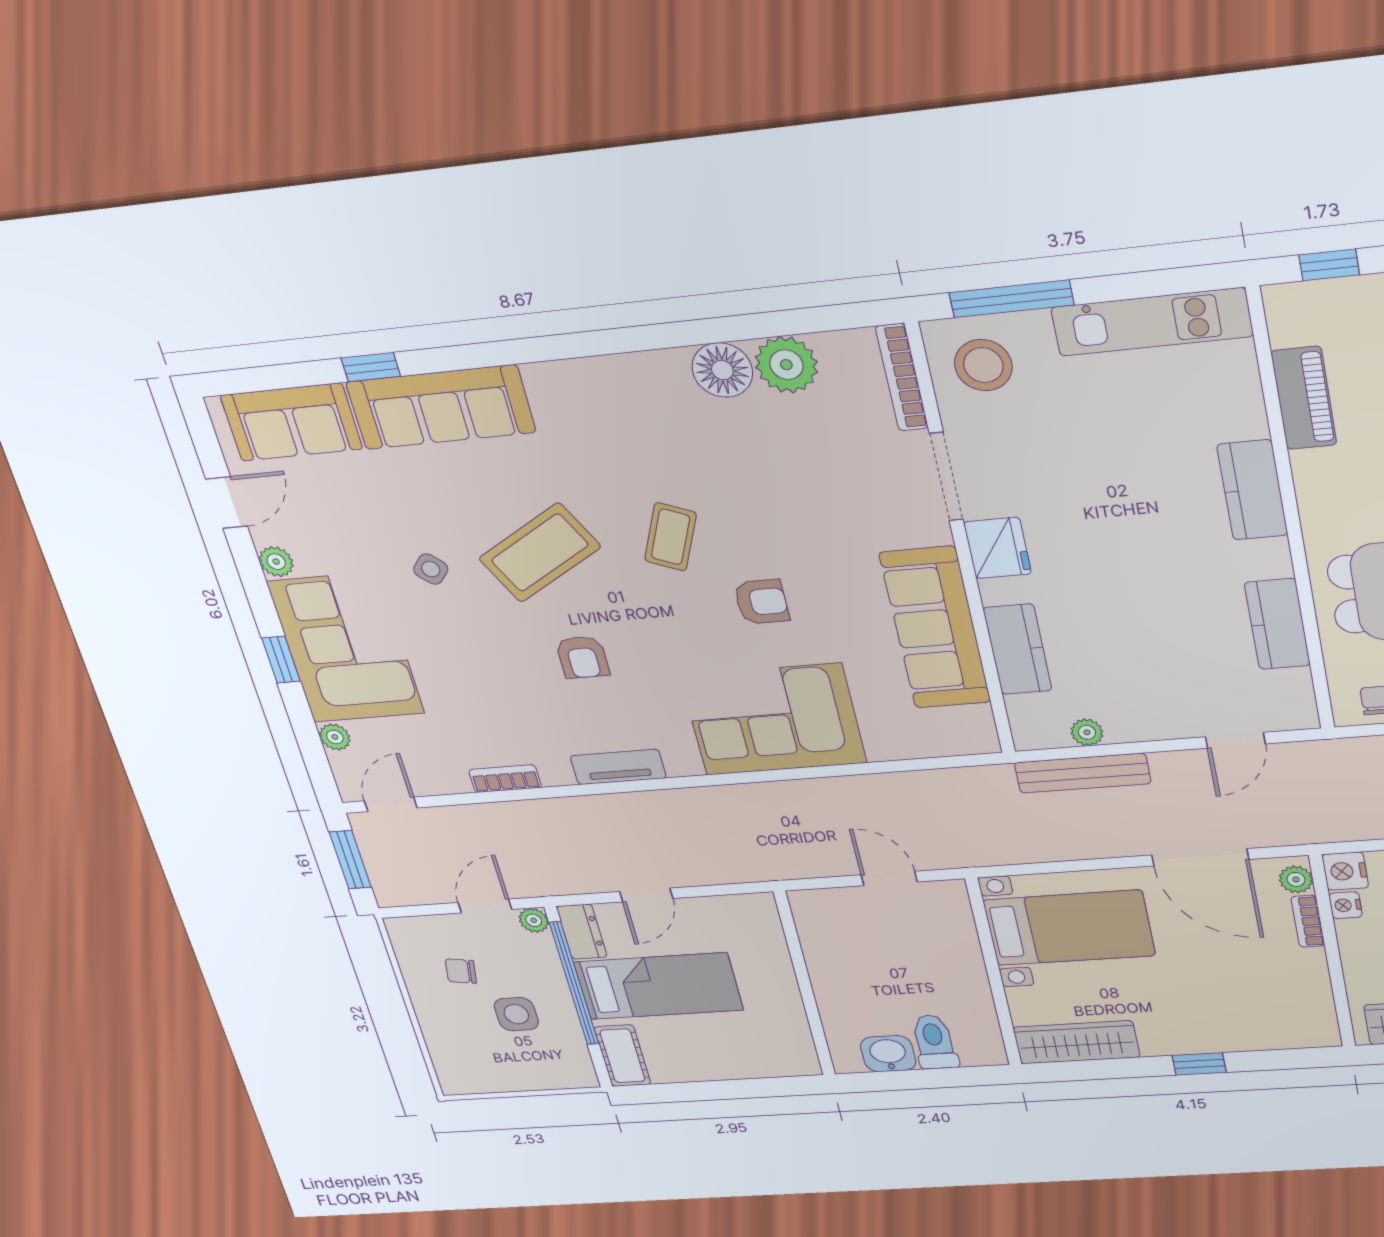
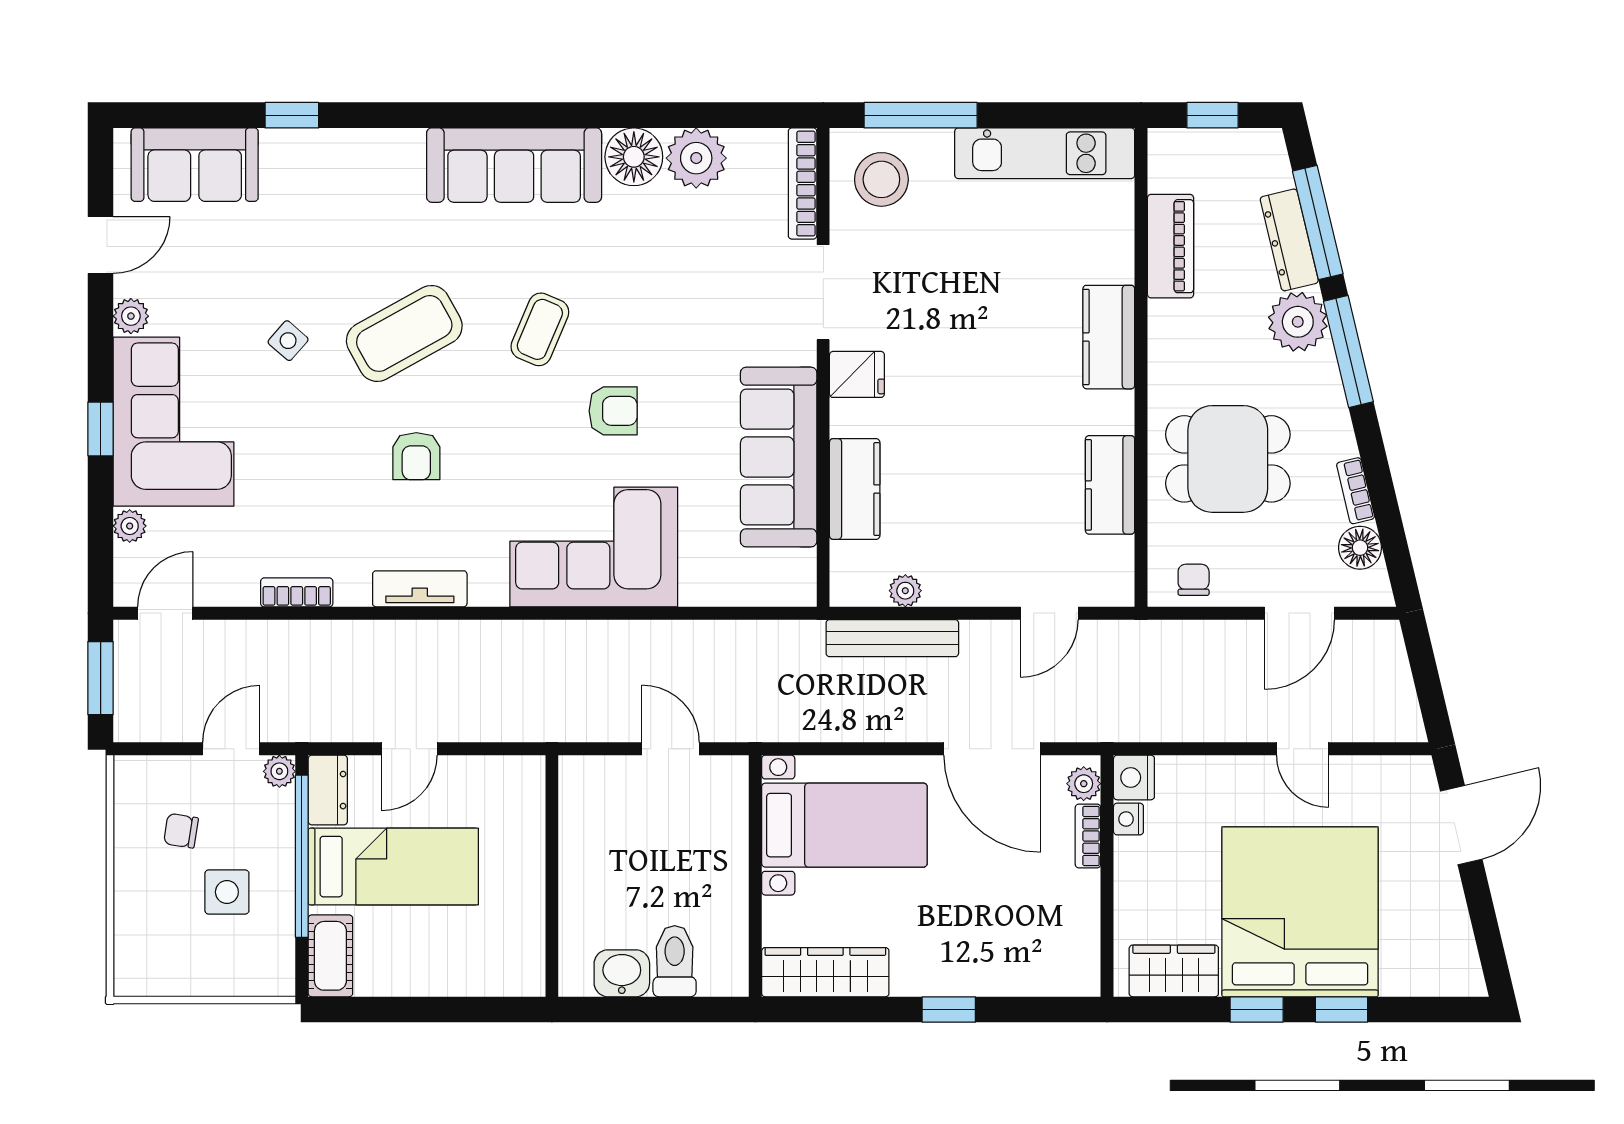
sofa: (441, 407) -> (514, 165), moved
fridge: (997, 548) -> (857, 374), width x0.72

